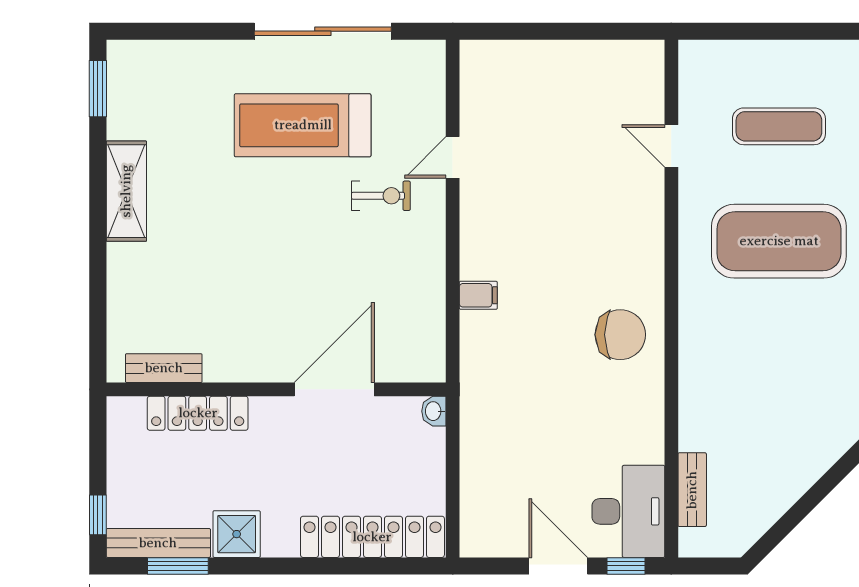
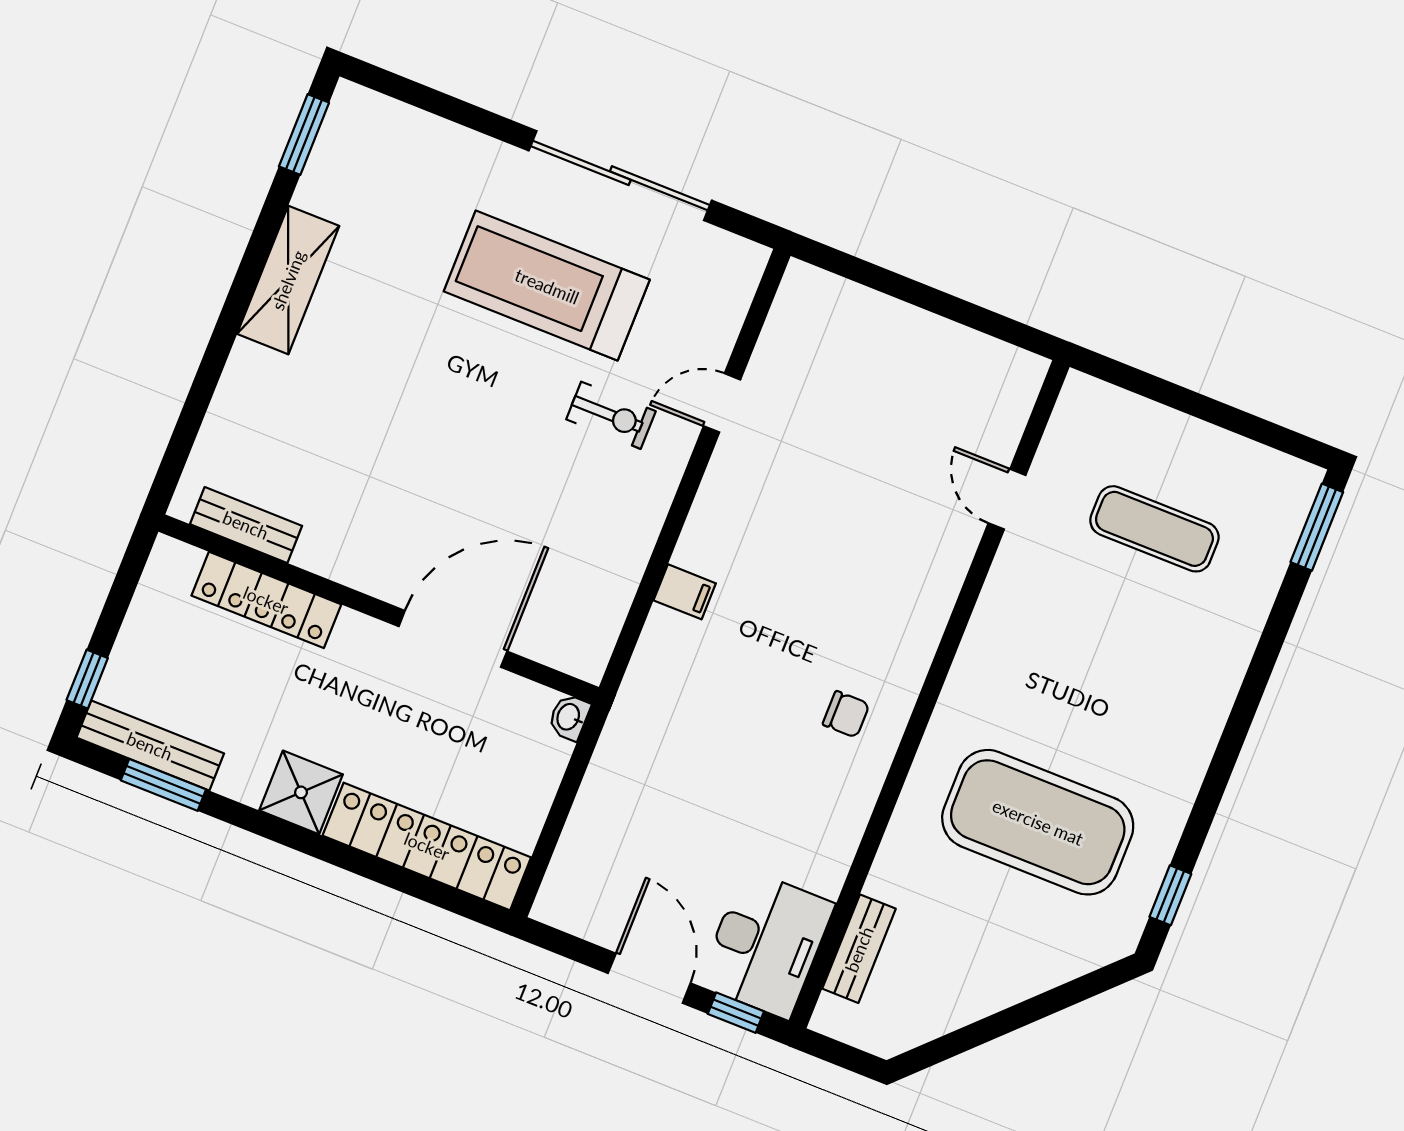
exercise mat: (779, 241) -> (1038, 822), moved
chair: (620, 335) -> (846, 714), width x0.54, depth x0.54
shower: (237, 534) -> (301, 792), moved

